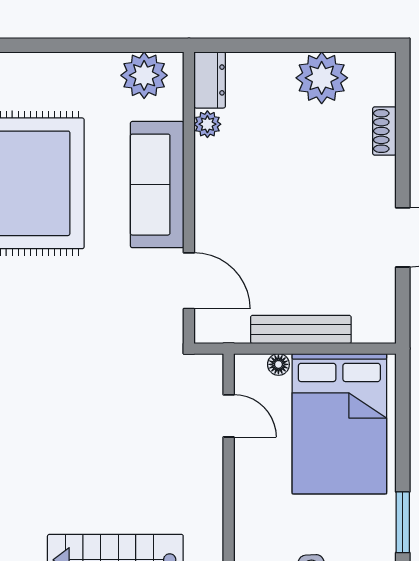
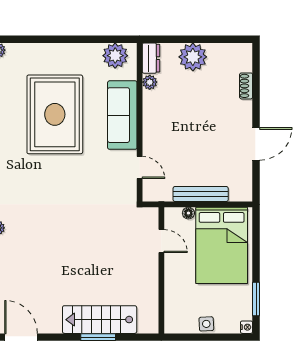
plant: (322, 78) -> (193, 57), moved
door: (189, 281) -> (140, 167), width x0.73

